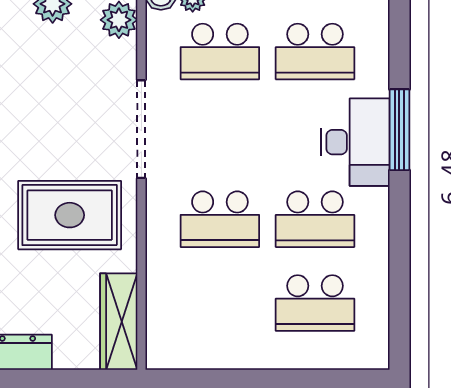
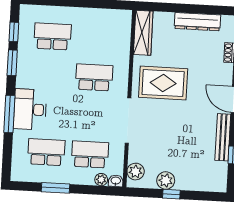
school desk: (315, 219) -> (50, 75), removed
window: (399, 242) -> (12, 63), added
window: (399, 308) -> (14, 32), added

